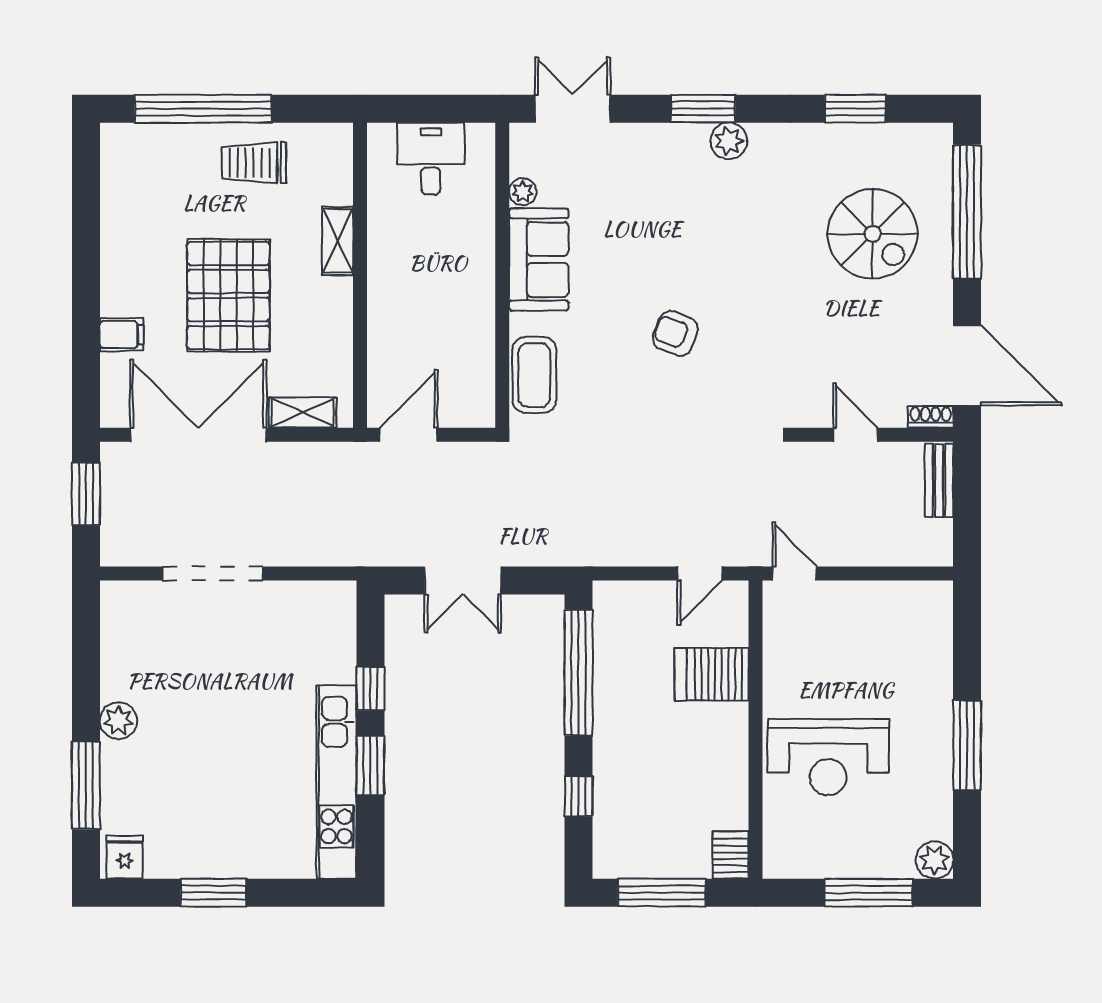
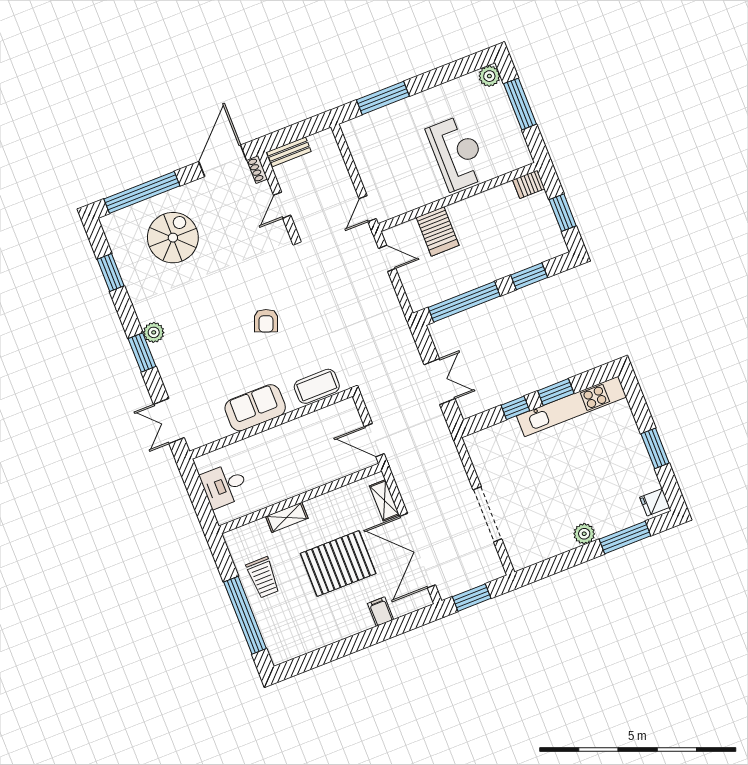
plant: (523, 192) -> (223, 430), removed
window: (967, 745) -> (383, 98), moved
window: (579, 796) -> (529, 276), width x1.50
window: (662, 893) -> (563, 213), width x0.69

